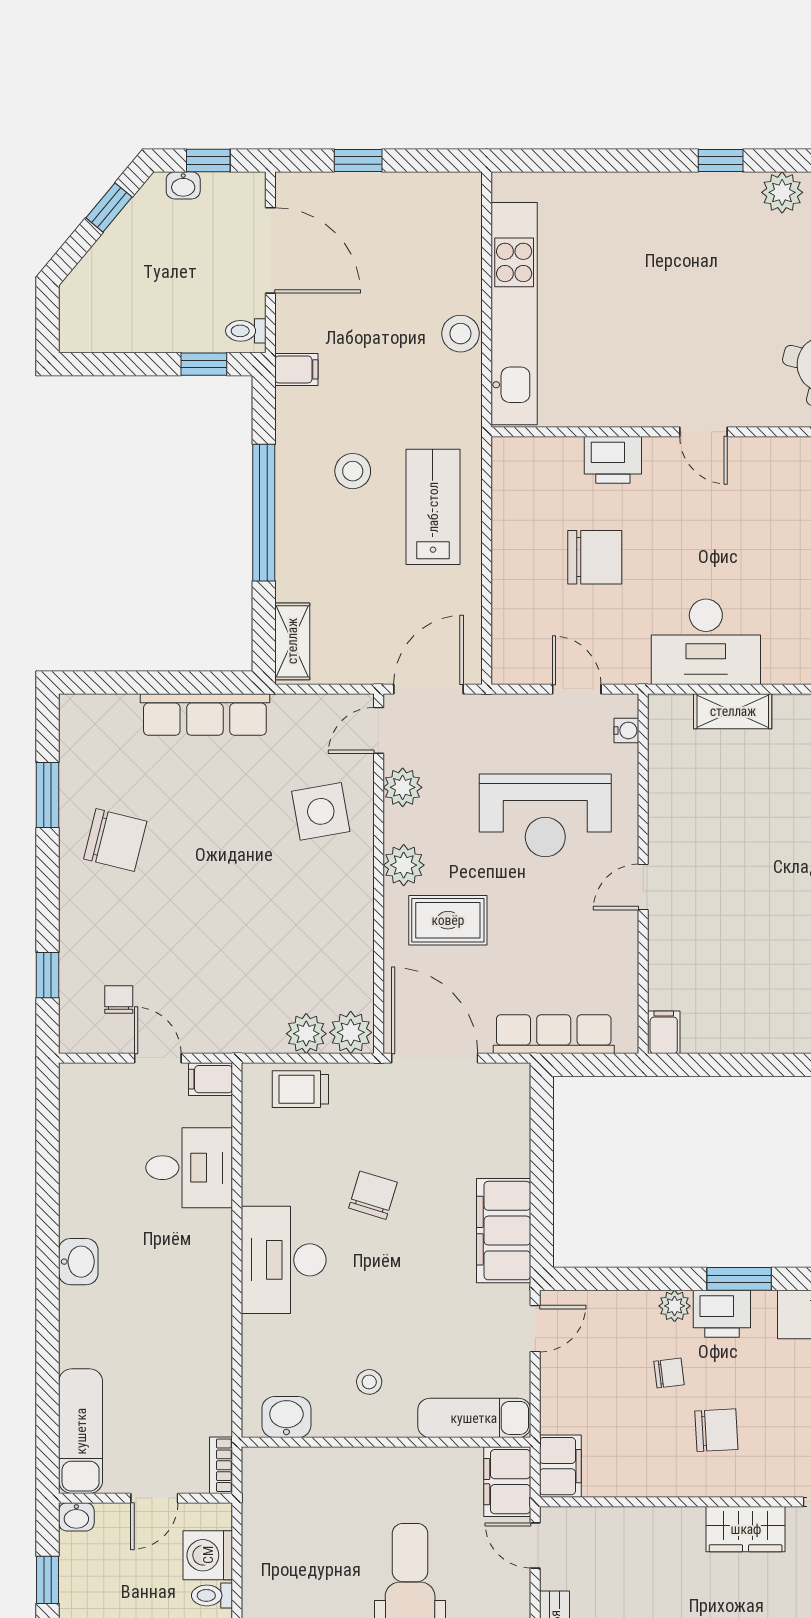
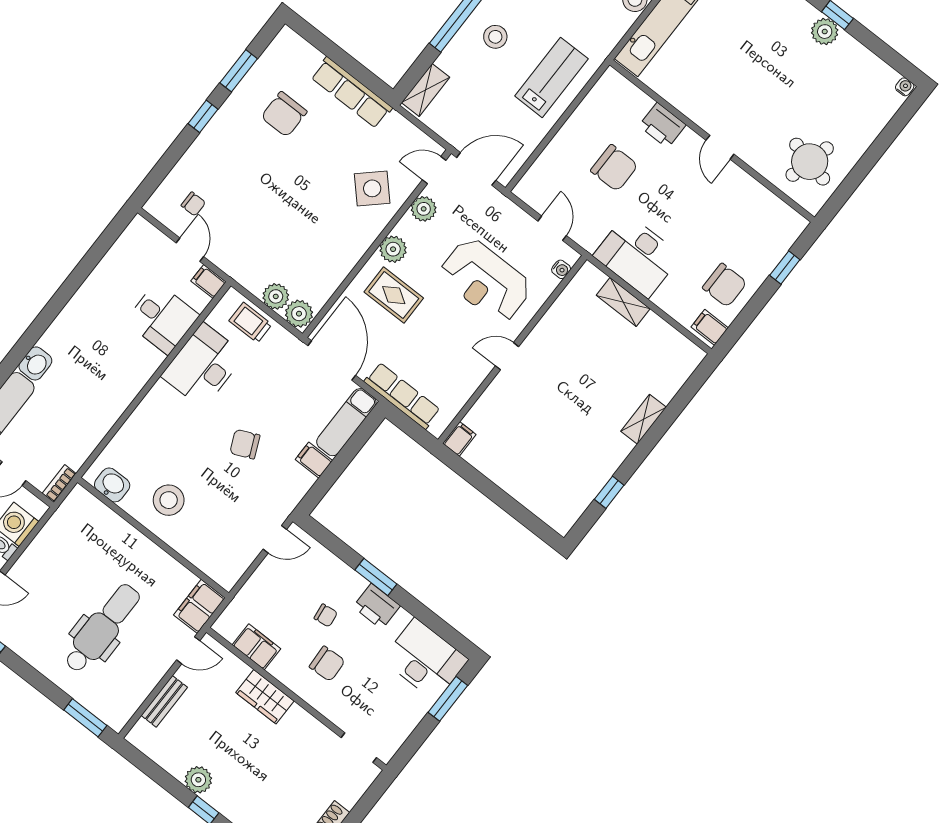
plant: (782, 192) -> (825, 32), moved
stool: (353, 471) -> (495, 37), moved
side table: (321, 811) -> (372, 188), turned -33
chair: (115, 840) -> (284, 114), moved, turned 76
window: (48, 975) -> (203, 116), moved
chair: (119, 1000) -> (193, 204), turned 90
chair: (373, 1195) -> (245, 444), moved, turned -131
filing cabinet: (504, 1231) -> (314, 460), width x0.33, depth x0.86
desk: (284, 1260) -> (203, 366), moved
washbasin: (78, 1262) -> (35, 363), moved
window: (739, 1279) -> (376, 577), moved
plant: (675, 1306) -> (355, 583), removed
stool: (369, 1382) -> (169, 500), width x1.89, depth x1.89
exam couch: (474, 1418) -> (346, 422), moved, turned -90
filing cabinet: (560, 1466) -> (256, 647), moved, turned -90
wardrobe: (746, 1529) -> (265, 697), moved
door: (535, 1545) -> (188, 650), swing flipped

